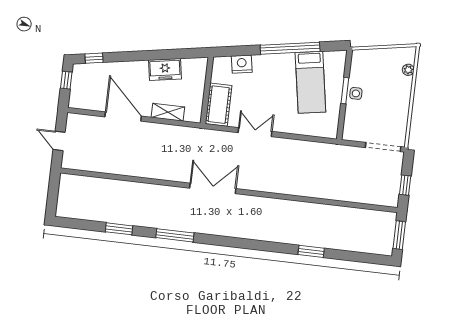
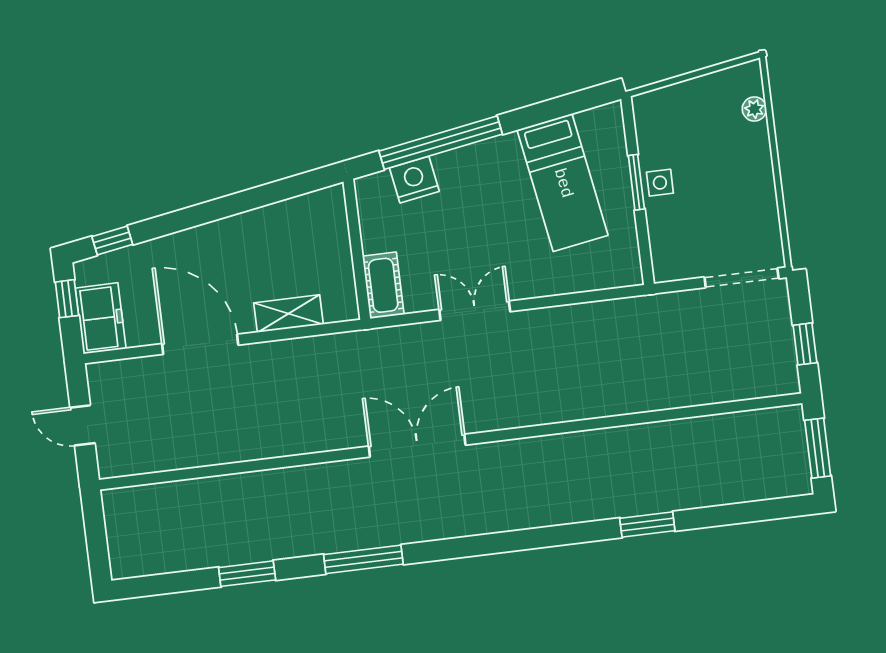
window: (290, 48) -> (441, 143), moved
freezer: (165, 69) -> (101, 318), moved, turned -80
cot: (219, 105) -> (383, 285), width x0.73, depth x0.75

